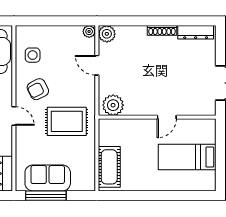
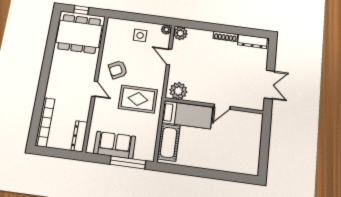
side table: (33, 55) -> (140, 35), moved
bed: (187, 157) -> (187, 115), moved, turned 180
window: (46, 196) -> (128, 162), moved

